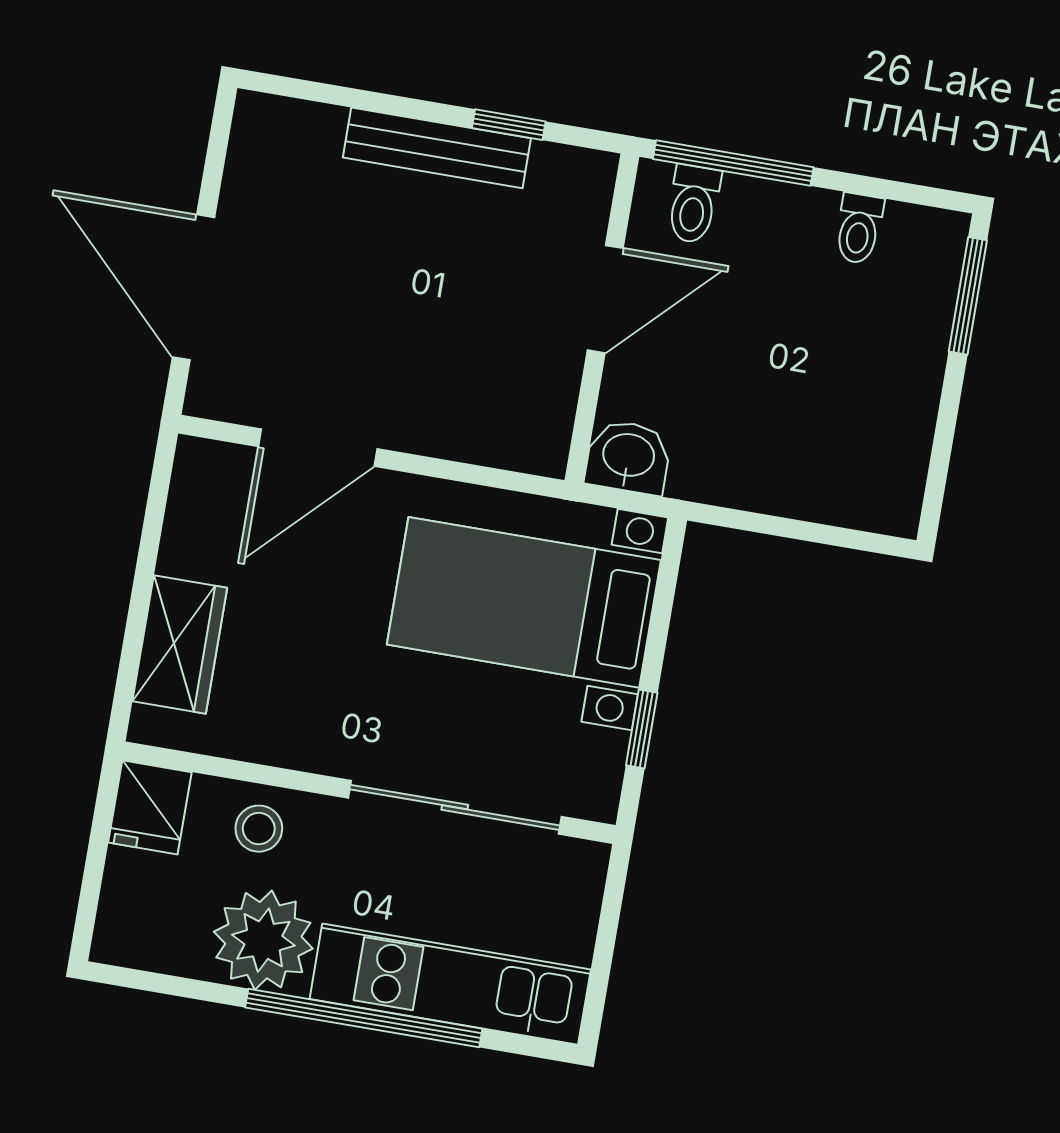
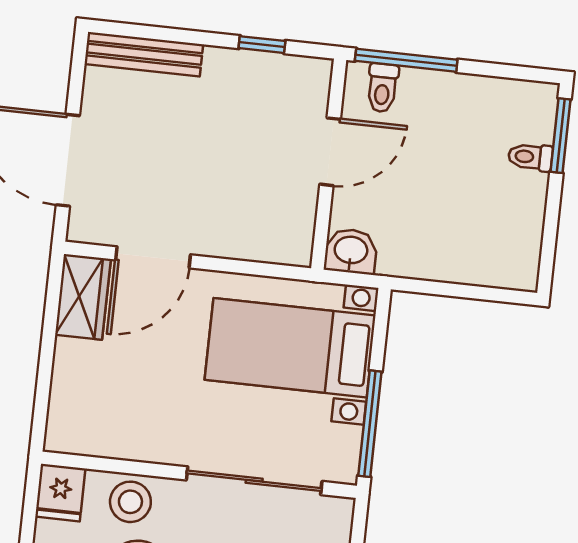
bench: (437, 148) -> (144, 54), moved
toilet: (859, 229) -> (530, 157), moved, turned 90
wardrobe: (180, 644) -> (83, 297), moved
window: (642, 729) -> (370, 424), width x2.17
stool: (259, 829) -> (130, 502), width x1.37, depth x1.37

